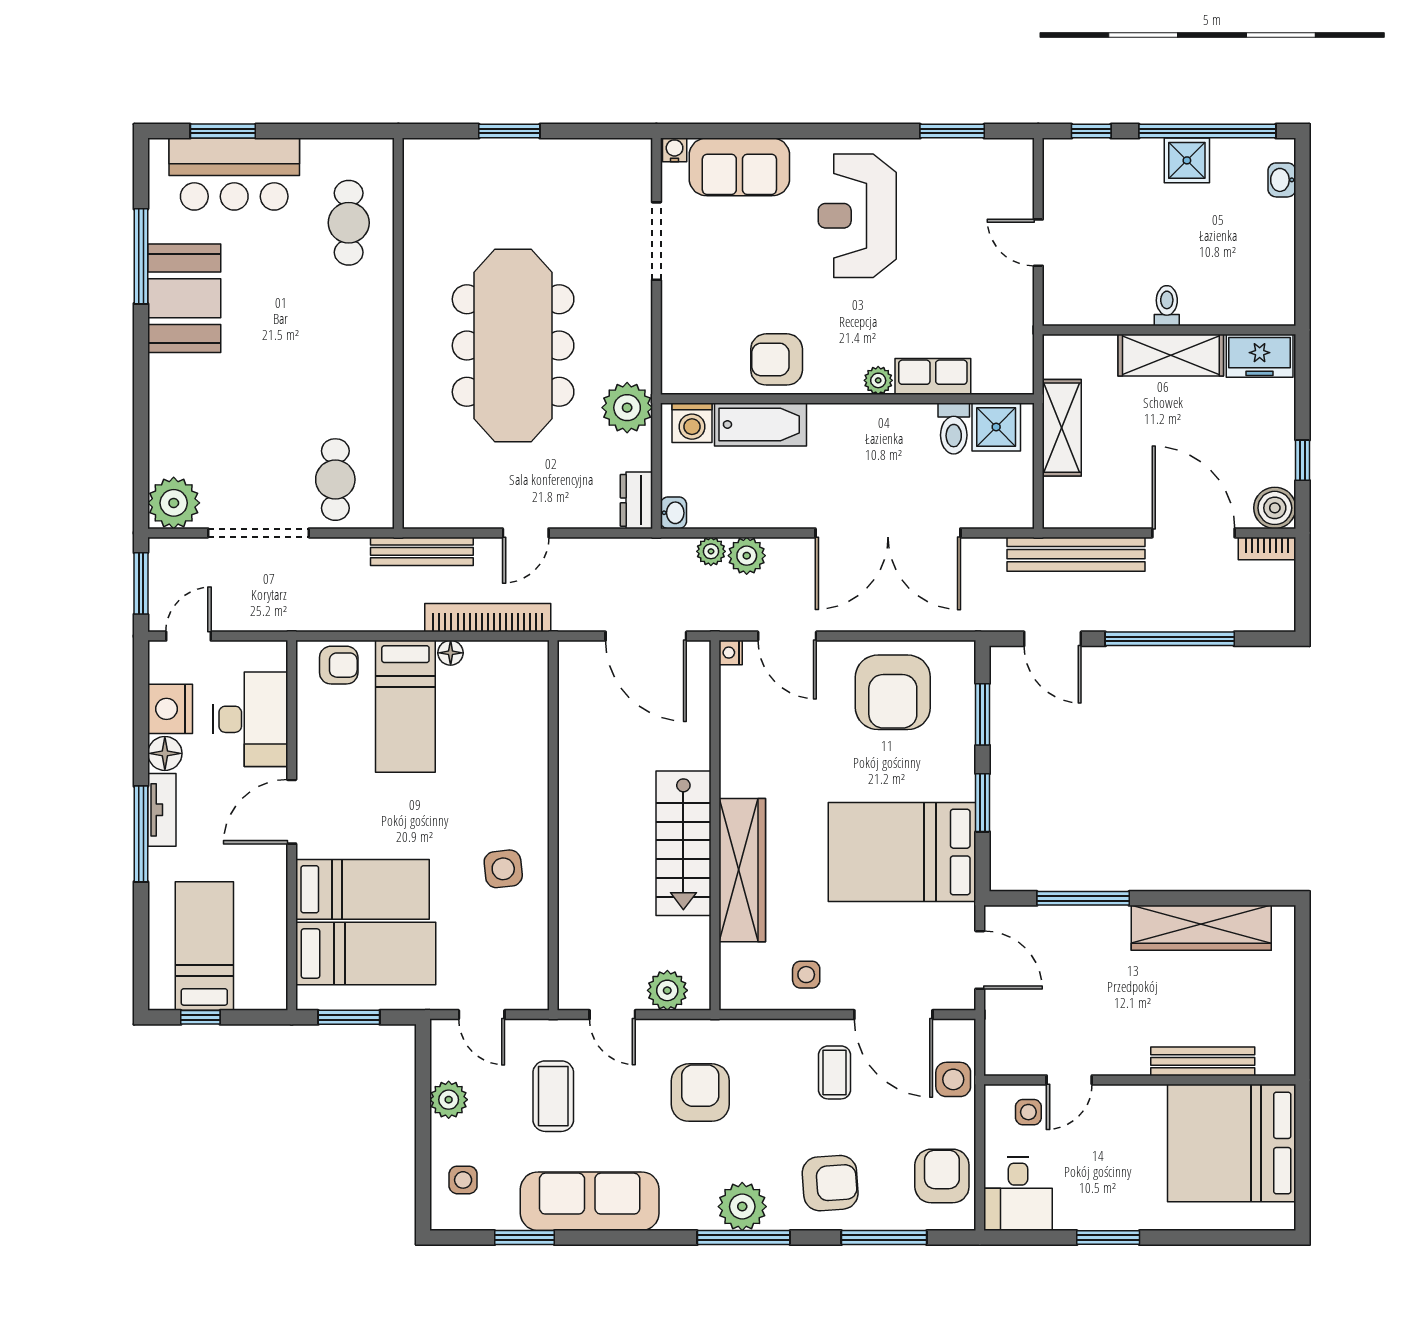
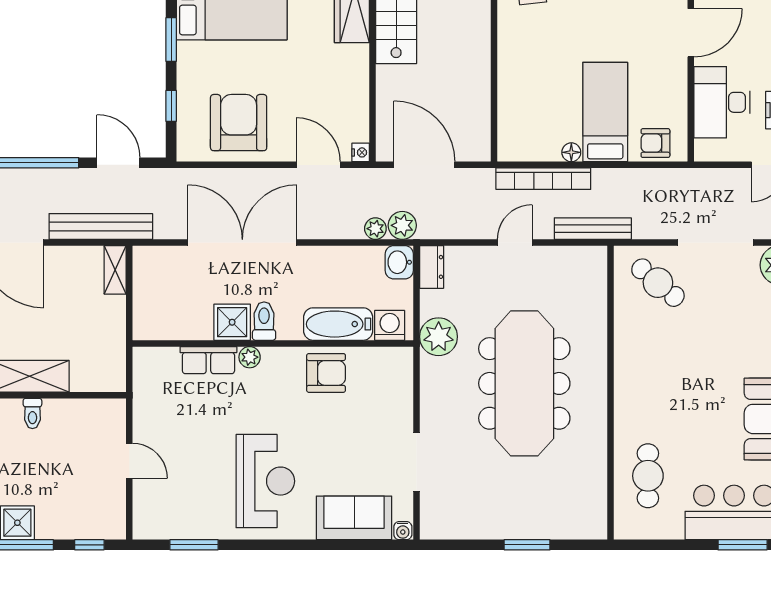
shower: (996, 427) -> (232, 322), moved
toilet: (954, 428) -> (264, 321), moved
shelving: (1062, 428) -> (115, 270), moved, width x0.67, depth x0.75
cafe table: (335, 480) -> (658, 283), turned -50
washbasin: (673, 513) -> (399, 262), width x1.38, depth x1.45
plant: (747, 556) -> (402, 225), moved
window: (983, 714) -> (171, 106), width x0.67

